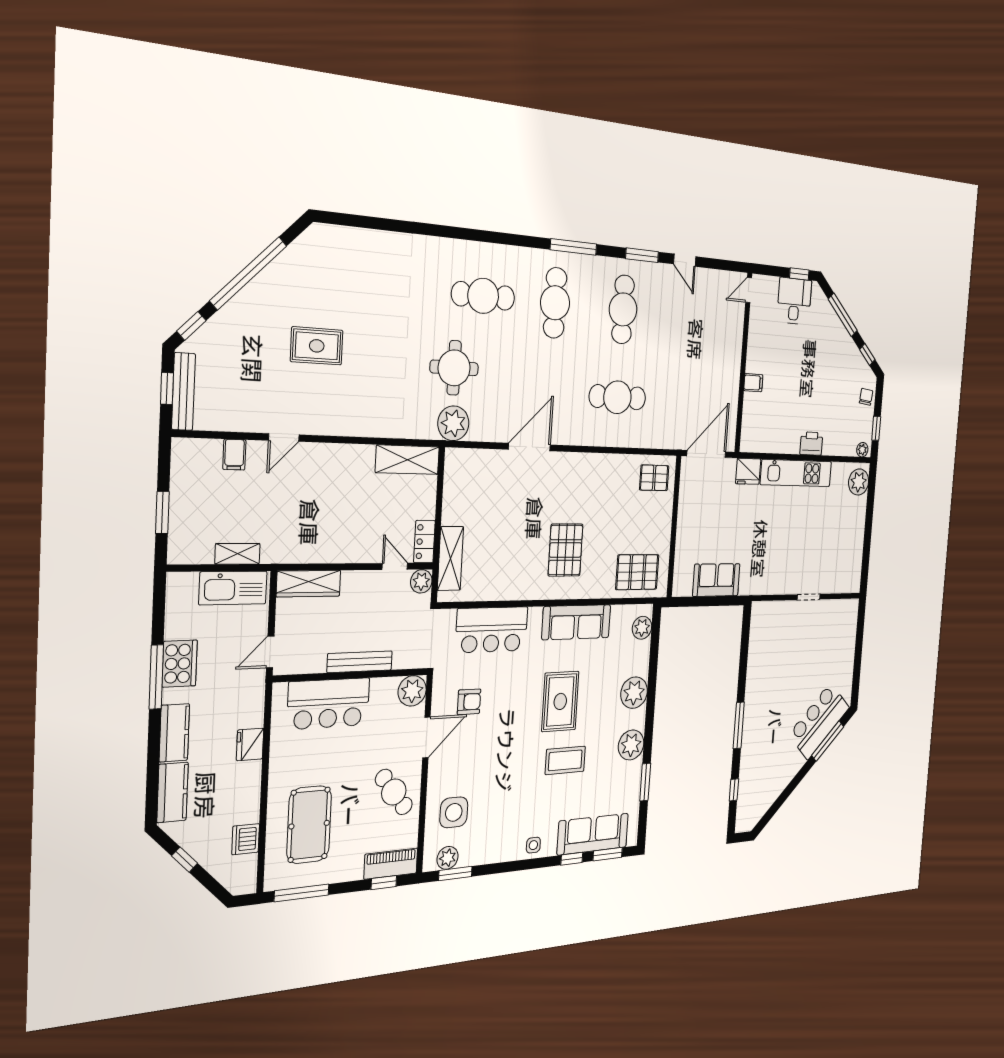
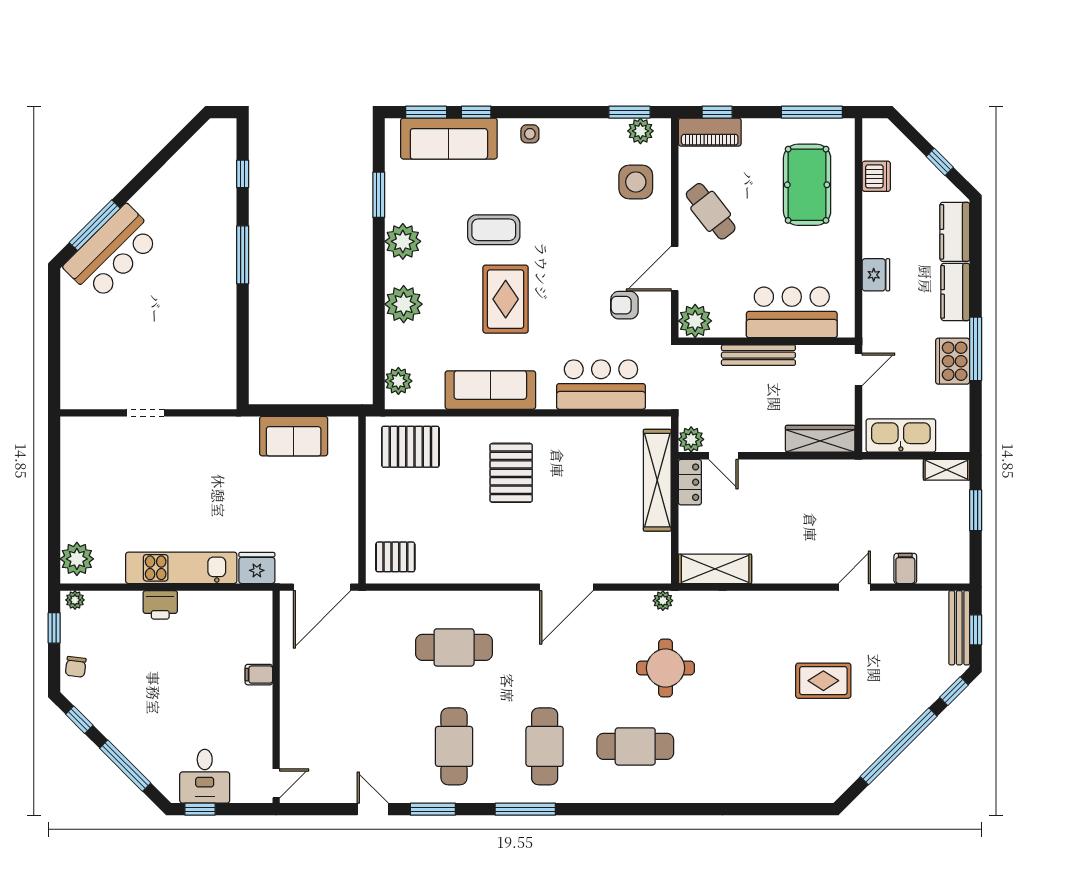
plant: (453, 423) -> (663, 601), width x0.53, depth x0.53
shelving: (237, 554) -> (946, 470), moved
shelving: (450, 558) -> (657, 480), width x1.47

